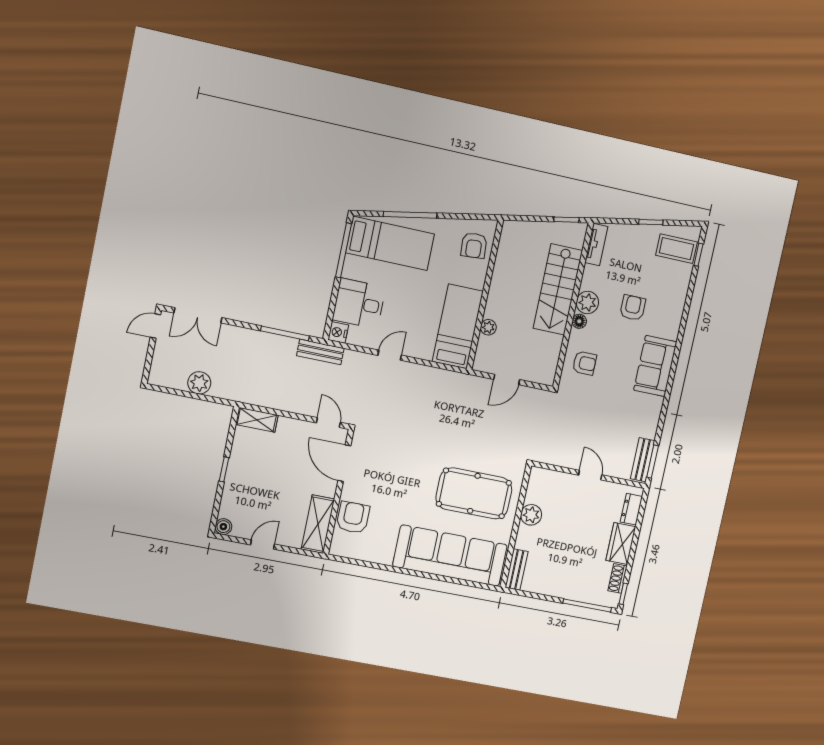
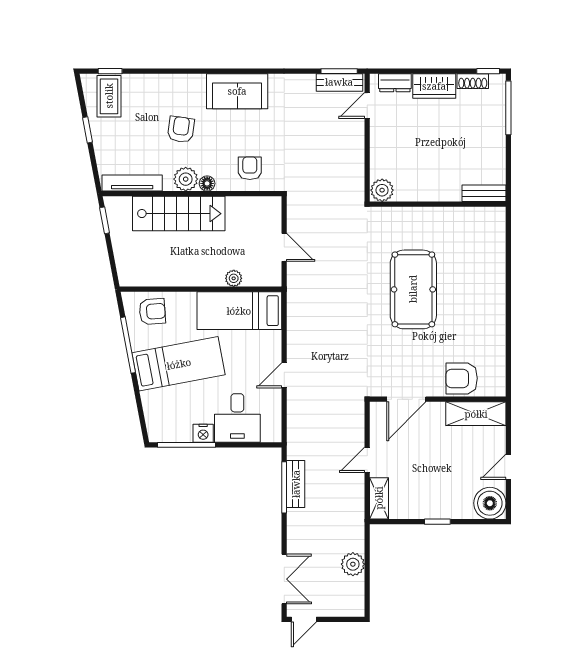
window: (410, 215) -> (128, 345), moved
bed: (390, 243) -> (179, 364), moved, turned 79
tv unit: (596, 244) -> (132, 183), width x1.41
armchair: (633, 308) -> (181, 129), turned 98
door: (155, 326) -> (304, 619), hinge flipped
nightstand: (338, 332) -> (203, 433), moved
bench: (320, 352) -> (296, 484), moved
door: (390, 355) -> (284, 375), hinge flipped
door: (328, 423) -> (367, 460), moved
door: (590, 475) -> (367, 105), moved
pool table: (474, 493) -> (413, 289), moved
plant: (531, 515) -> (382, 190), moved
boiler: (223, 527) -> (490, 503), width x1.86, depth x1.86
door: (262, 545) -> (508, 467), hinge flipped
sofa: (450, 556) -> (482, 268), removed

